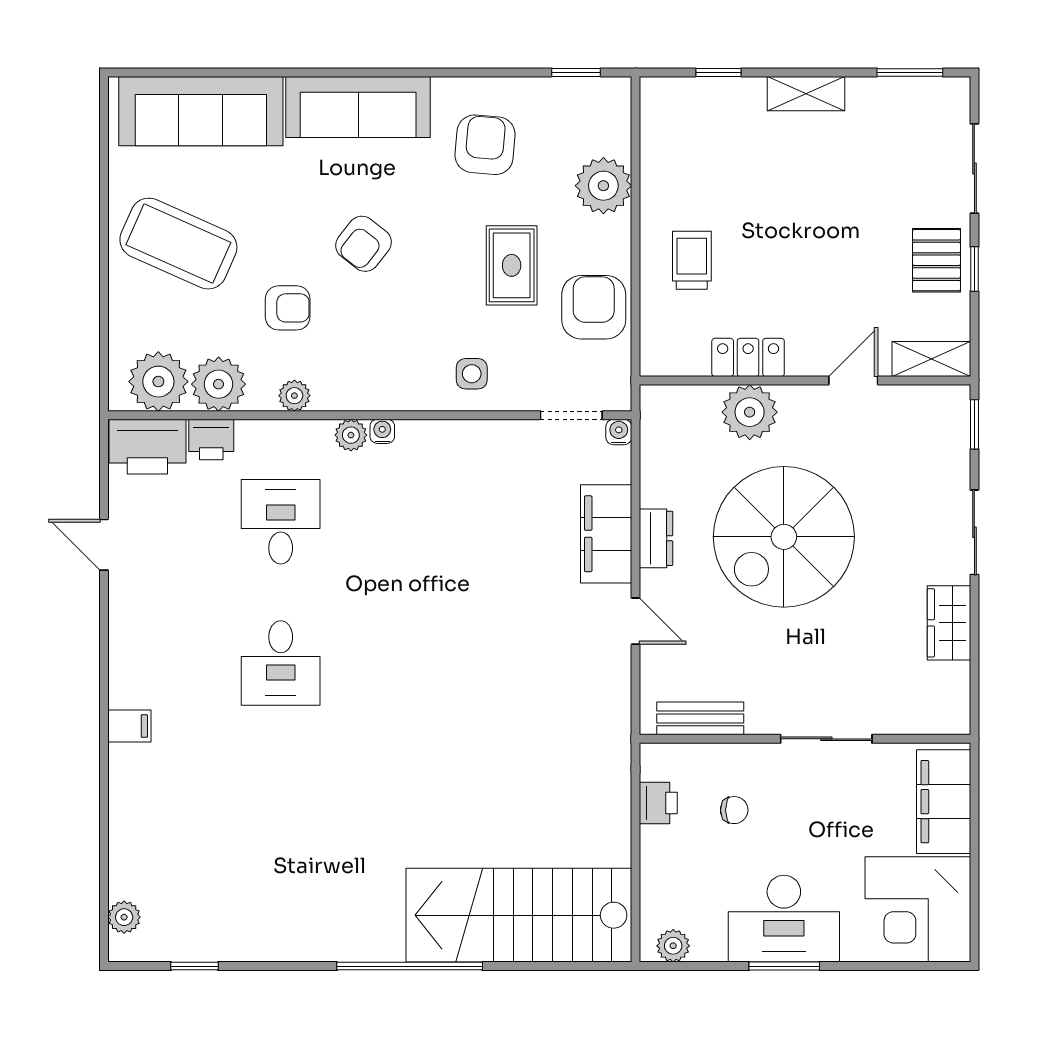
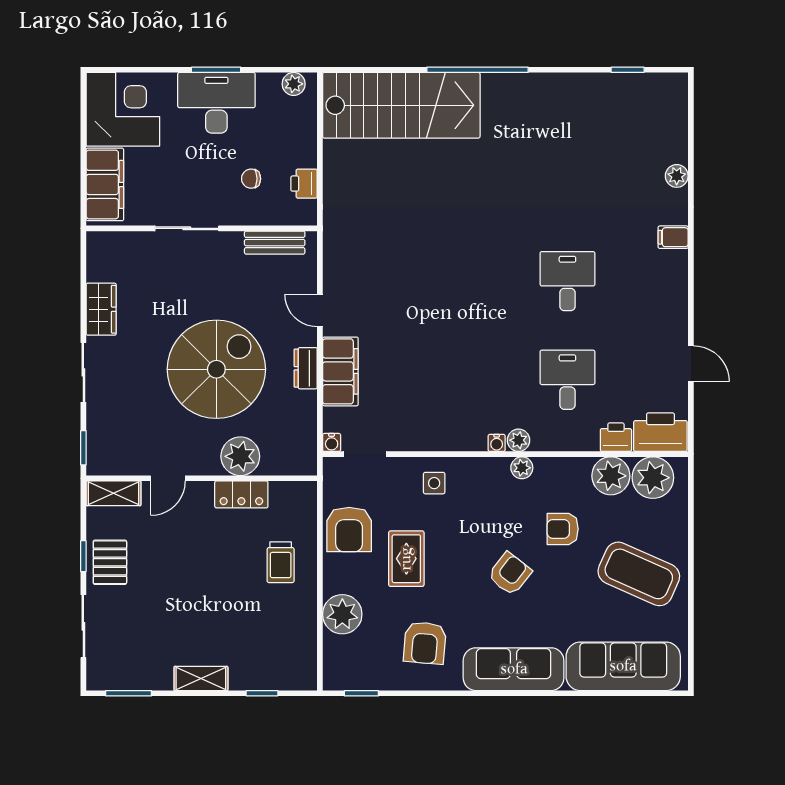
plant: (294, 396) -> (522, 468), moved
desk: (281, 522) -> (567, 380), turned 180
plant: (124, 917) -> (677, 176), moved

